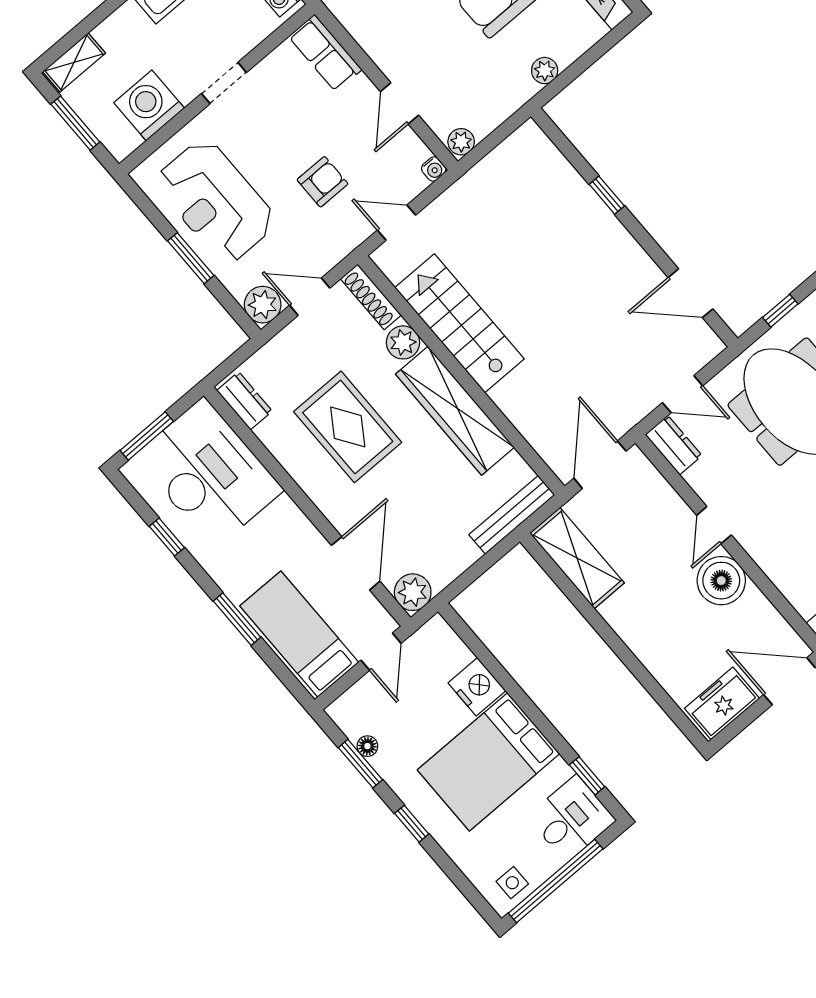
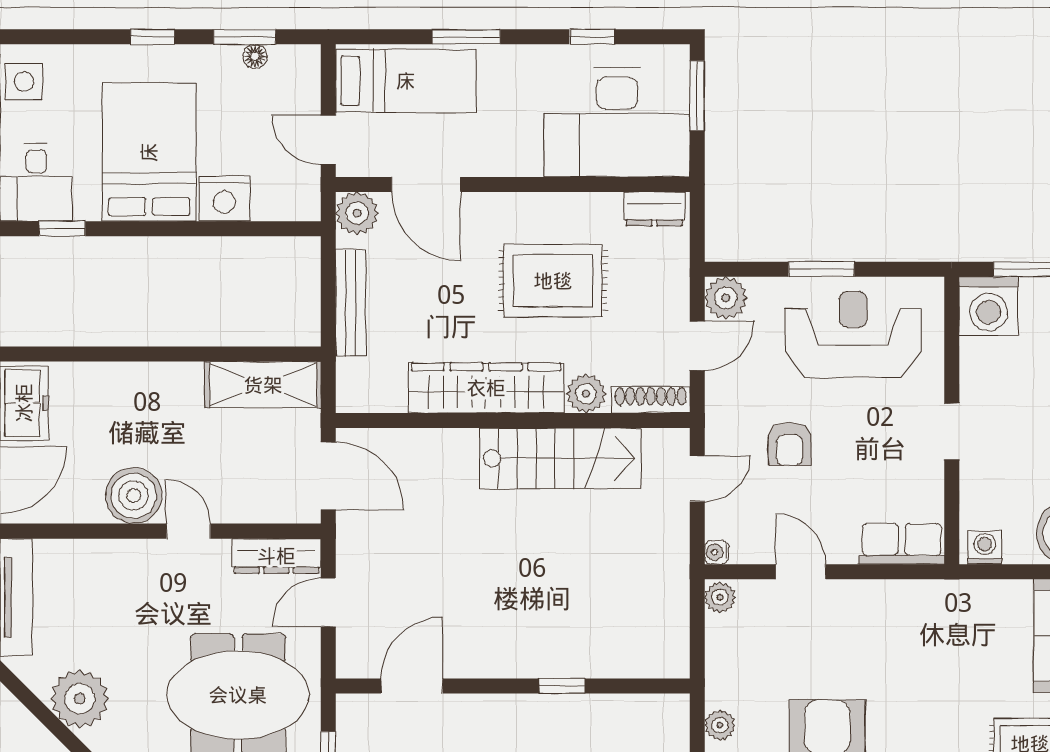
washing machine: (149, 105) -> (989, 306), moved, turned 90
dresser: (674, 445) -> (276, 556), width x1.44
bench: (512, 515) -> (351, 303), moved
side table: (512, 883) -> (24, 81), width x1.37, depth x1.37

